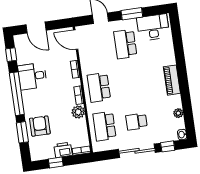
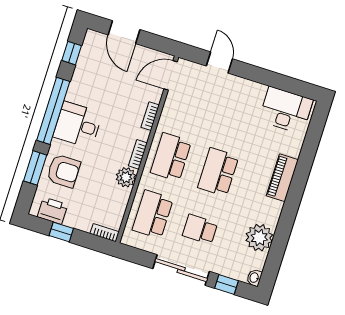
window: (132, 14) -> (266, 77), removed
door: (76, 40) -> (171, 75), hinge flipped
school desk: (125, 44) -> (218, 172), moved
desk: (32, 76) -> (78, 125), moved
piano: (172, 80) -> (282, 178), moved
plant: (178, 113) -> (259, 238), width x1.87, depth x1.87
armchair: (40, 126) -> (64, 171), turned 90
printer: (63, 150) -> (52, 211), moved

